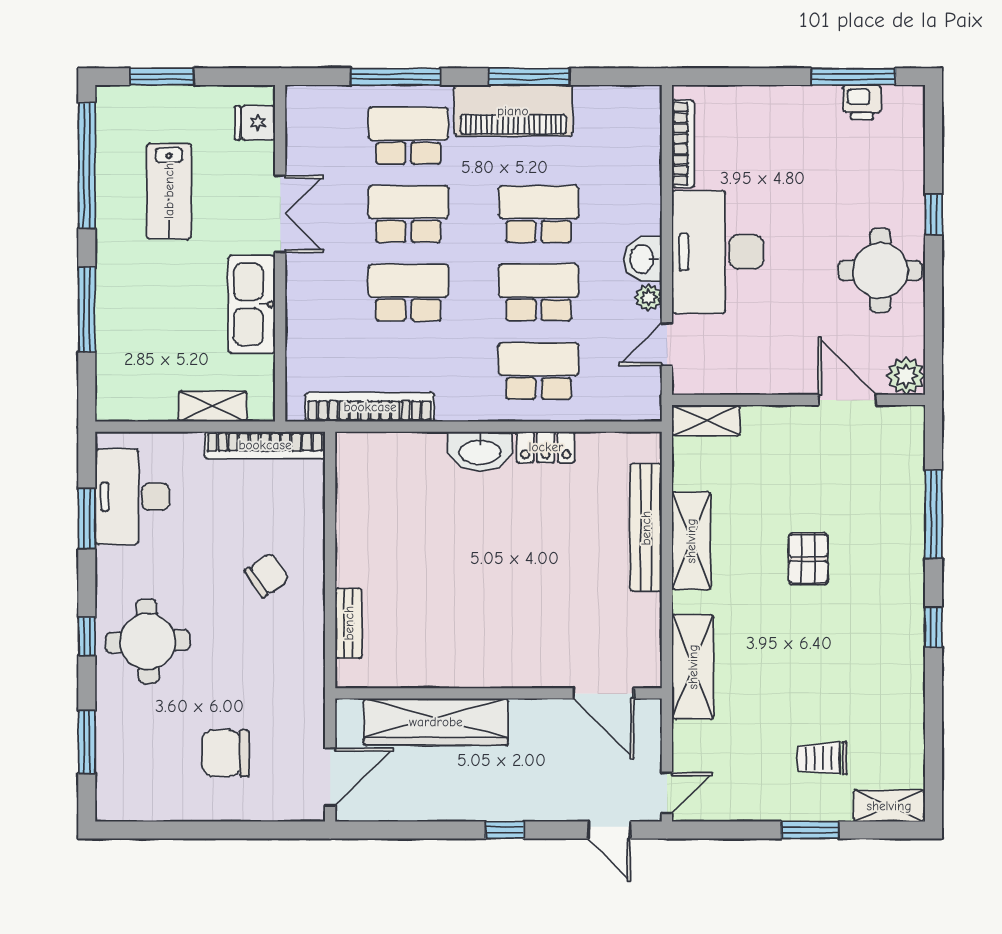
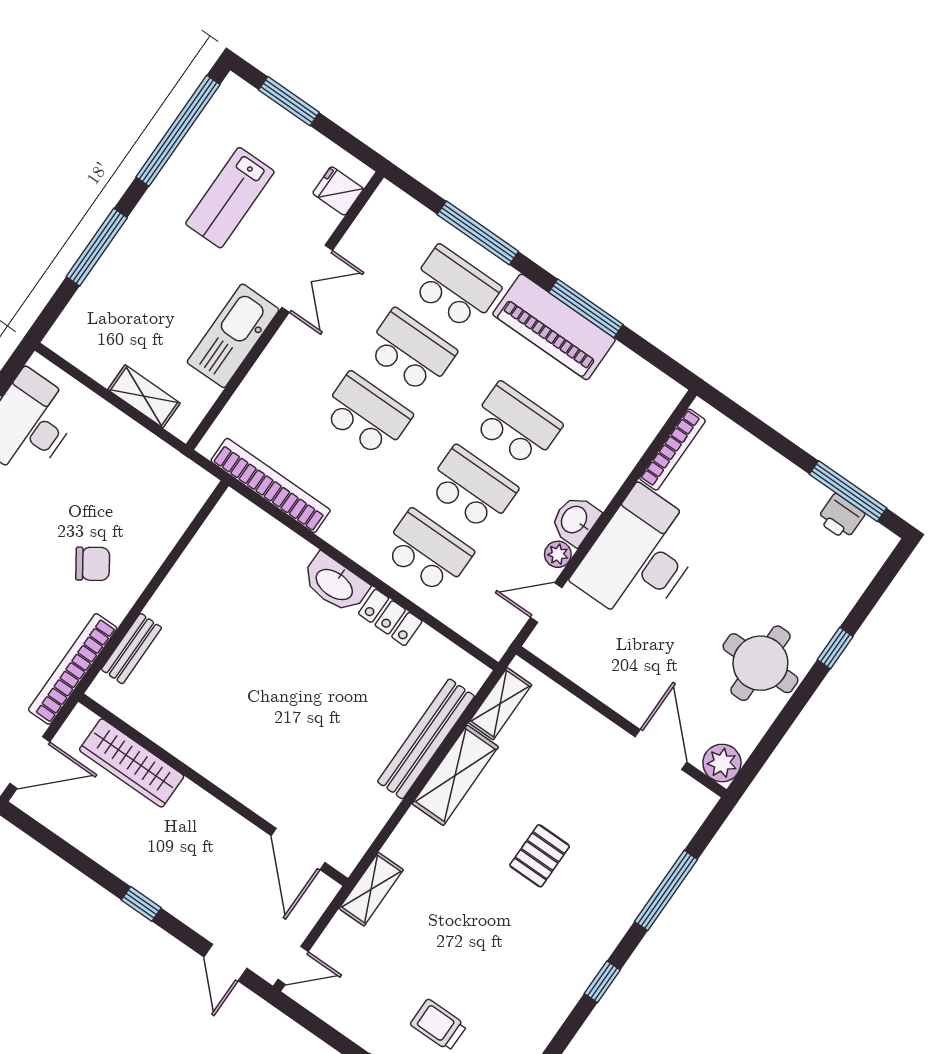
shelving: (706, 420) -> (500, 704), moved, turned 90
bookcase: (265, 445) -> (73, 669), moved, turned 90
shelving: (693, 667) -> (371, 889), width x0.67, depth x0.75
wardrobe: (436, 722) -> (132, 763), width x0.71, depth x0.85

